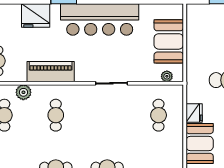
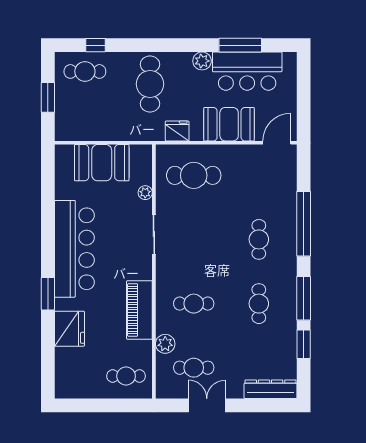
plant: (167, 76) -> (145, 193), moved
fridge: (194, 113) -> (177, 131), moved
cafe table: (159, 115) -> (194, 175), width x1.37, depth x1.35

